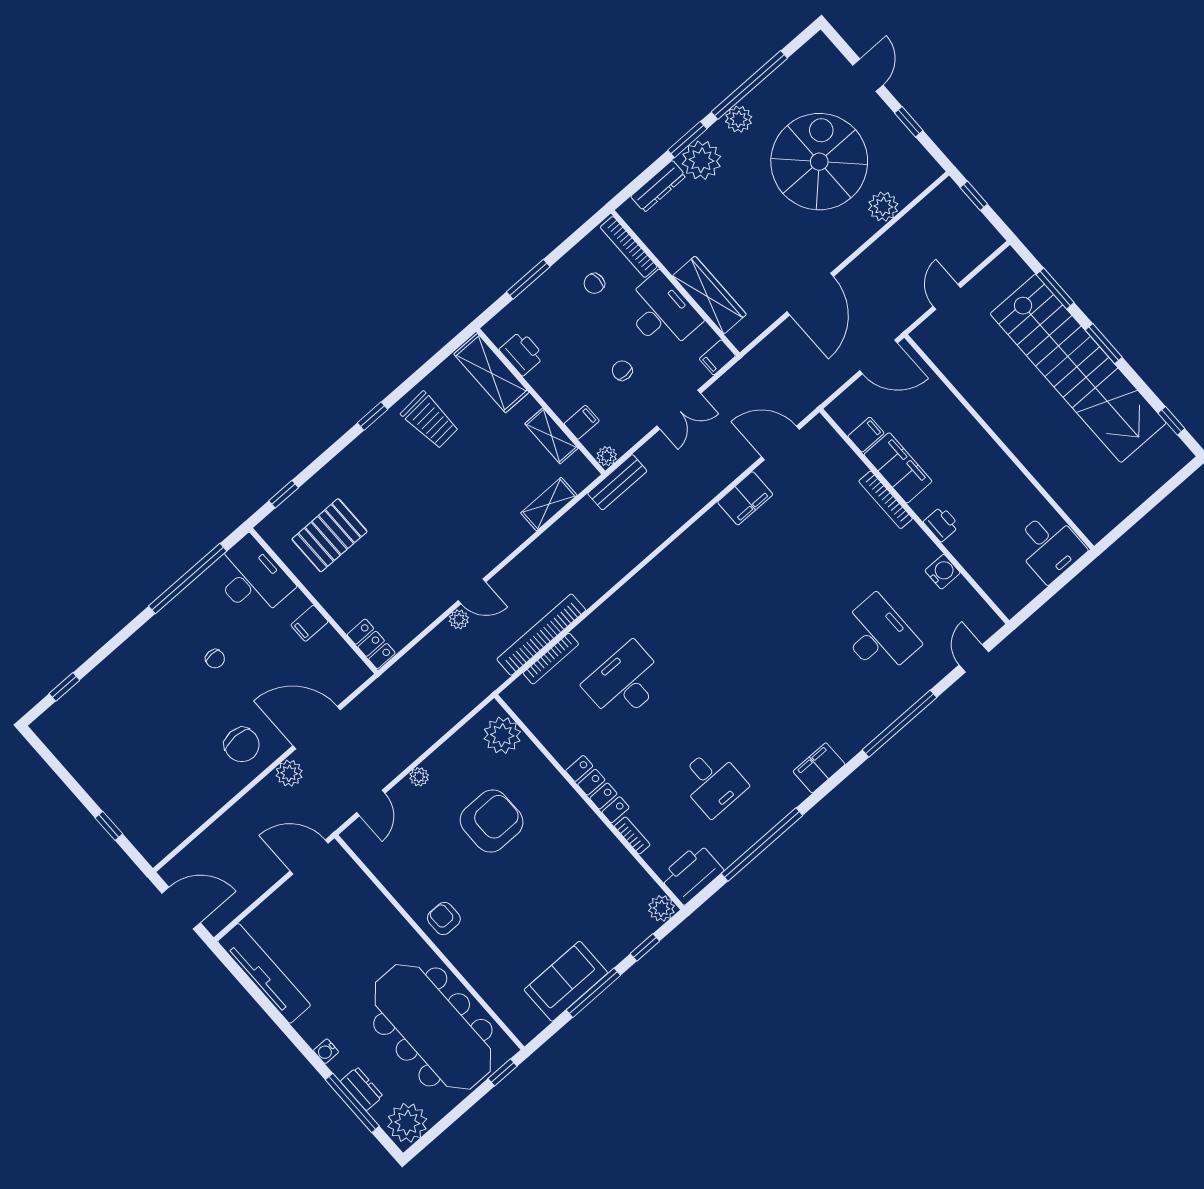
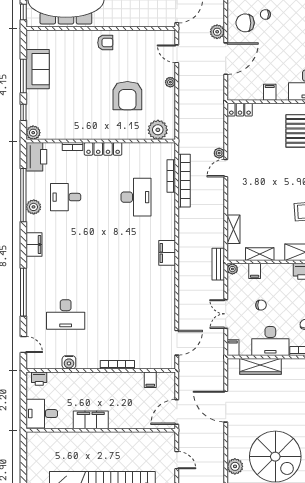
filing cabinet: (898, 468) -> (91, 420), moved, turned 180
filing cabinet: (745, 498) -> (167, 253), moved
printer: (941, 524) -> (39, 379), moved
chair: (215, 659) -> (265, 14), moved
plant: (766, 815) -> (34, 207), added

